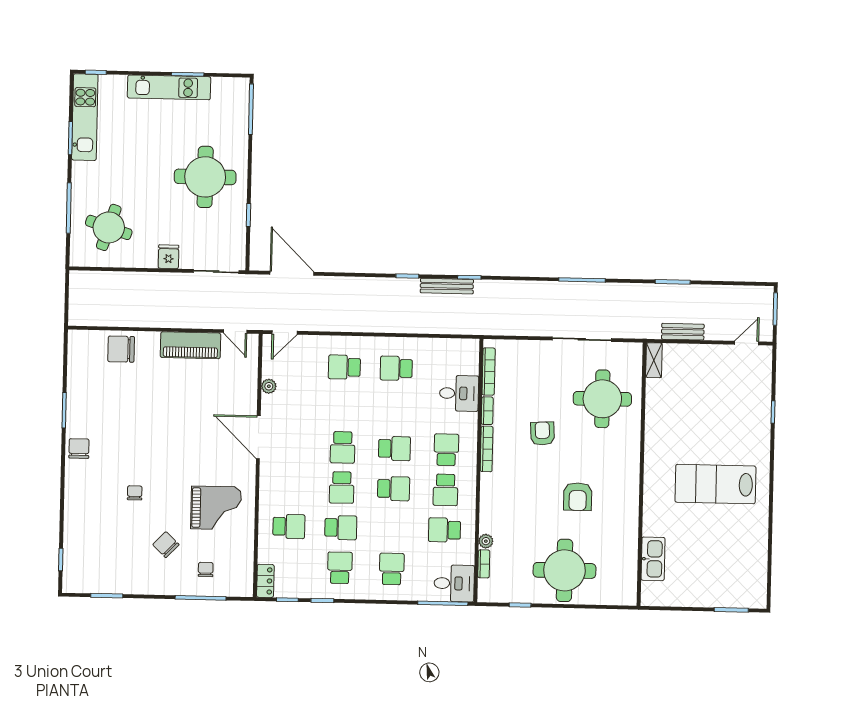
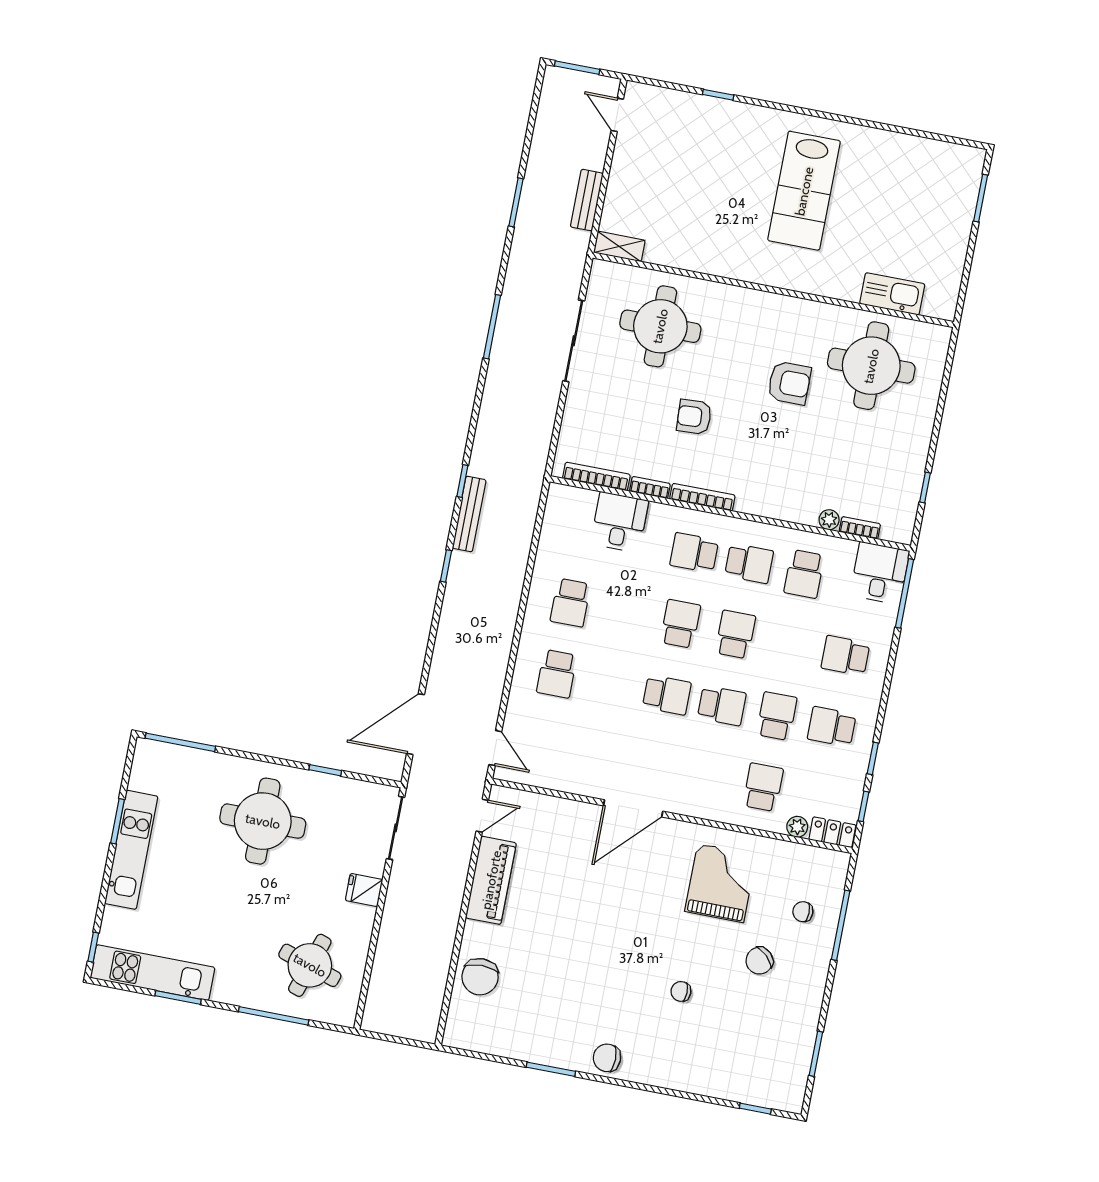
plant: (269, 386) -> (797, 827), moved
round table: (564, 570) -> (871, 366), moved

